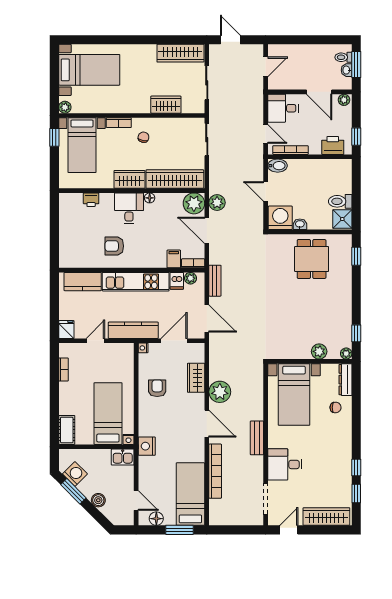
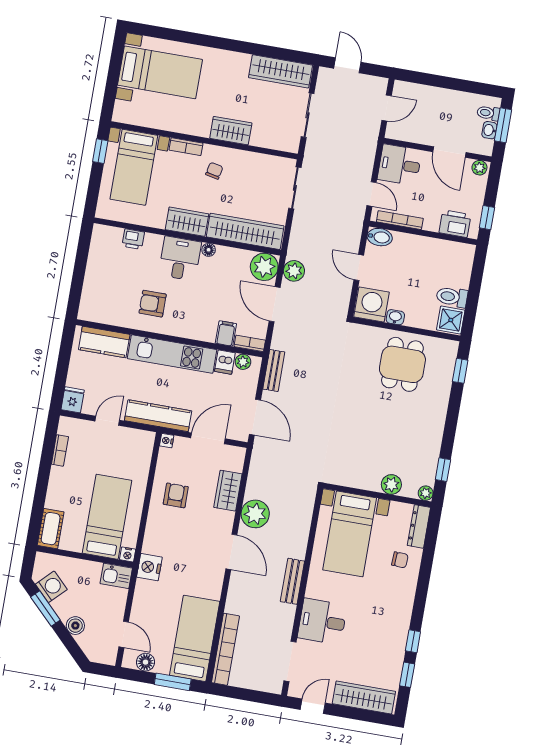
wardrobe: (166, 105) -> (231, 131), moved
plant: (65, 107) -> (120, 115), removed
bookcase: (215, 471) -> (225, 649), moved

